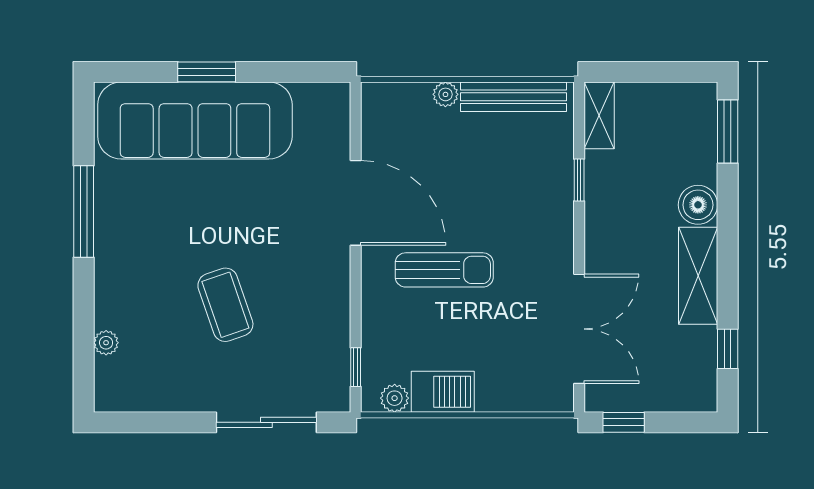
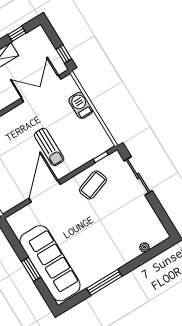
sun lounger: (444, 270) -> (49, 147), turned 180
coffee table: (225, 305) -> (93, 185), moved
barbecue: (443, 392) -> (81, 105), moved
plant: (395, 398) -> (103, 137), removed

